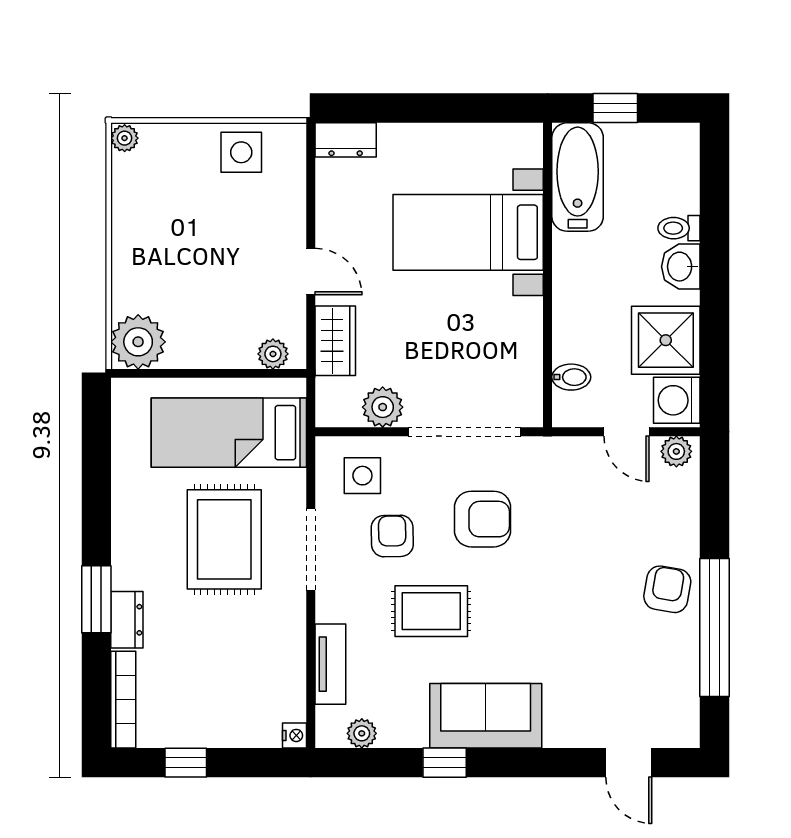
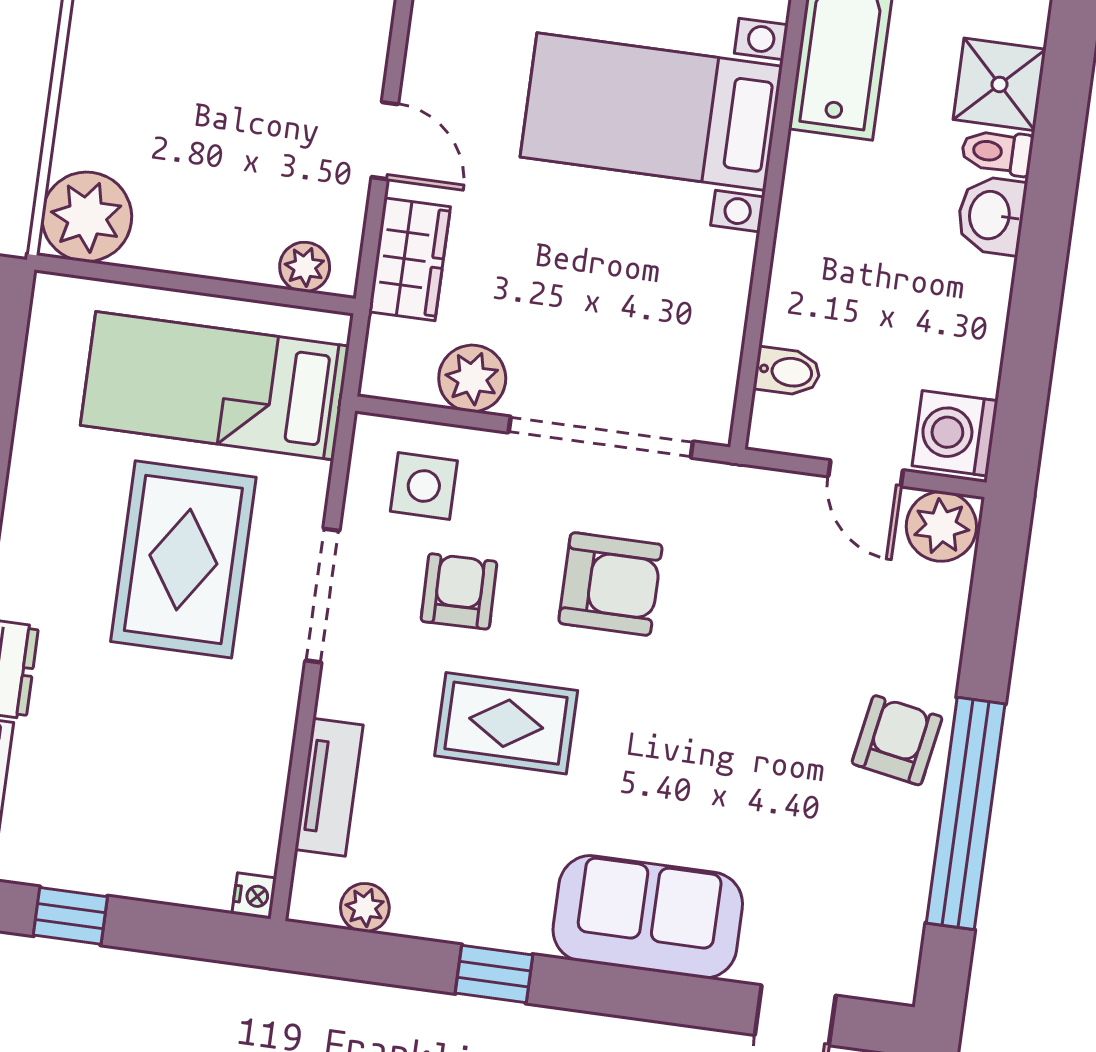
shower: (666, 340) -> (1000, 84), moved, width x0.73, depth x0.73
plant: (676, 451) -> (941, 526), width x1.38, depth x1.38
sofa: (486, 716) -> (648, 917), moved

